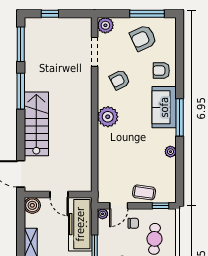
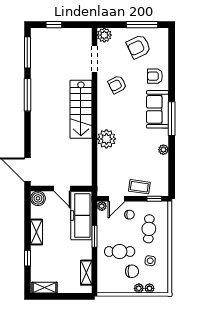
plant: (108, 117) -> (106, 139), moved
stairs: (36, 124) -> (81, 109), moved, turned 180

